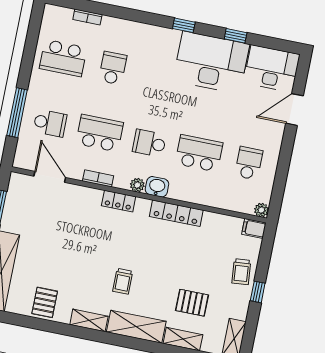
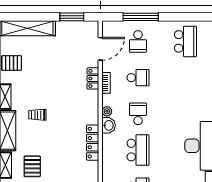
school desk: (63, 58) -> (185, 41), turned 180
school desk: (113, 68) -> (185, 78), removed
school desk: (100, 133) -> (138, 78), width x0.54
locker: (119, 201) -> (93, 78), moved

